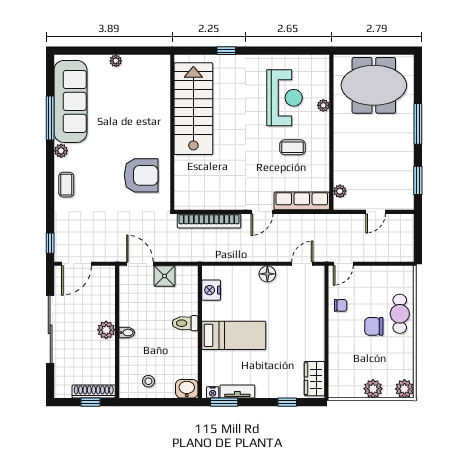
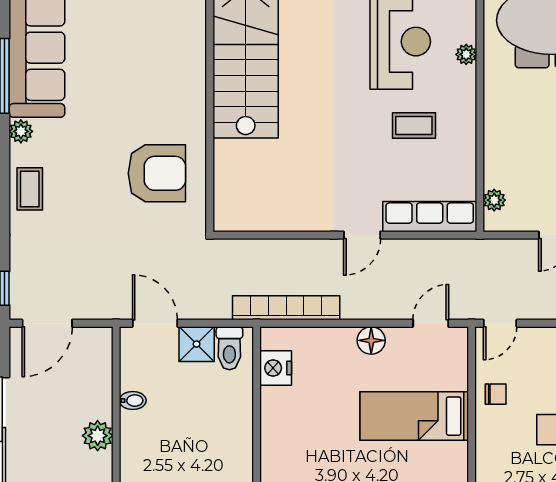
bookcase: (209, 221) -> (286, 308), moved, turned 180
toilet: (185, 323) -> (229, 348), moved, turned -90
bidet: (127, 333) -> (133, 401), moved
bed: (234, 335) -> (414, 416), moved, turned 180

